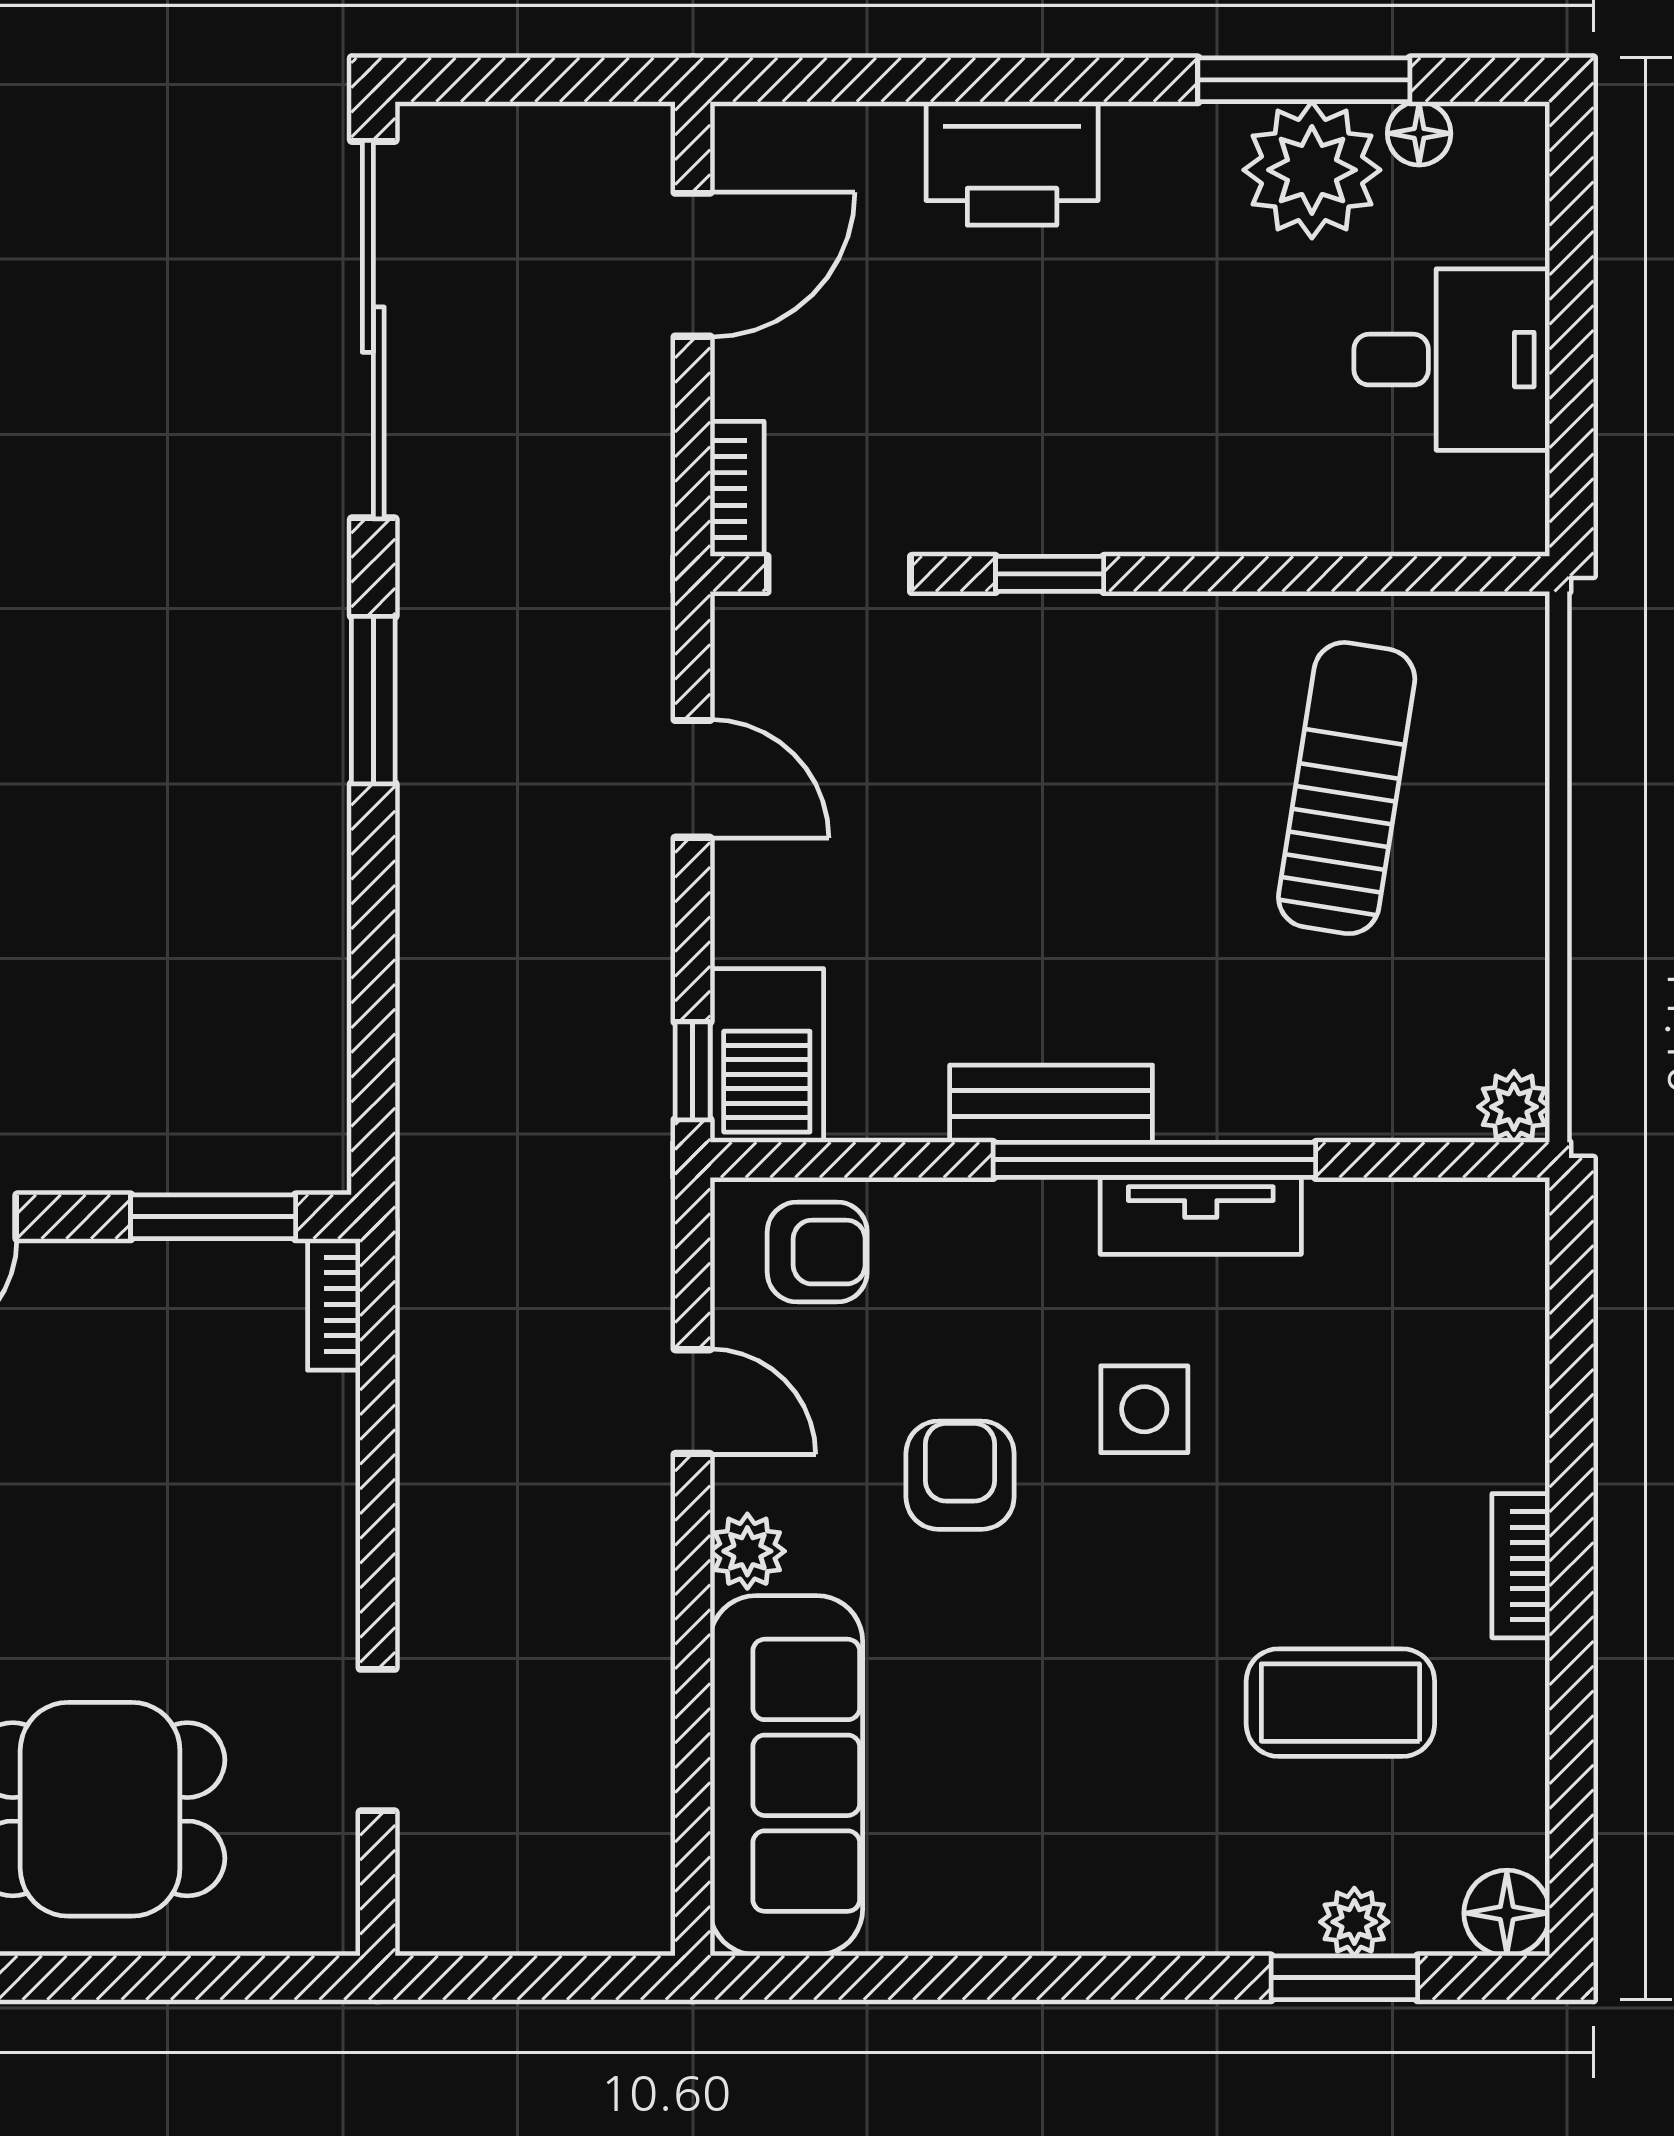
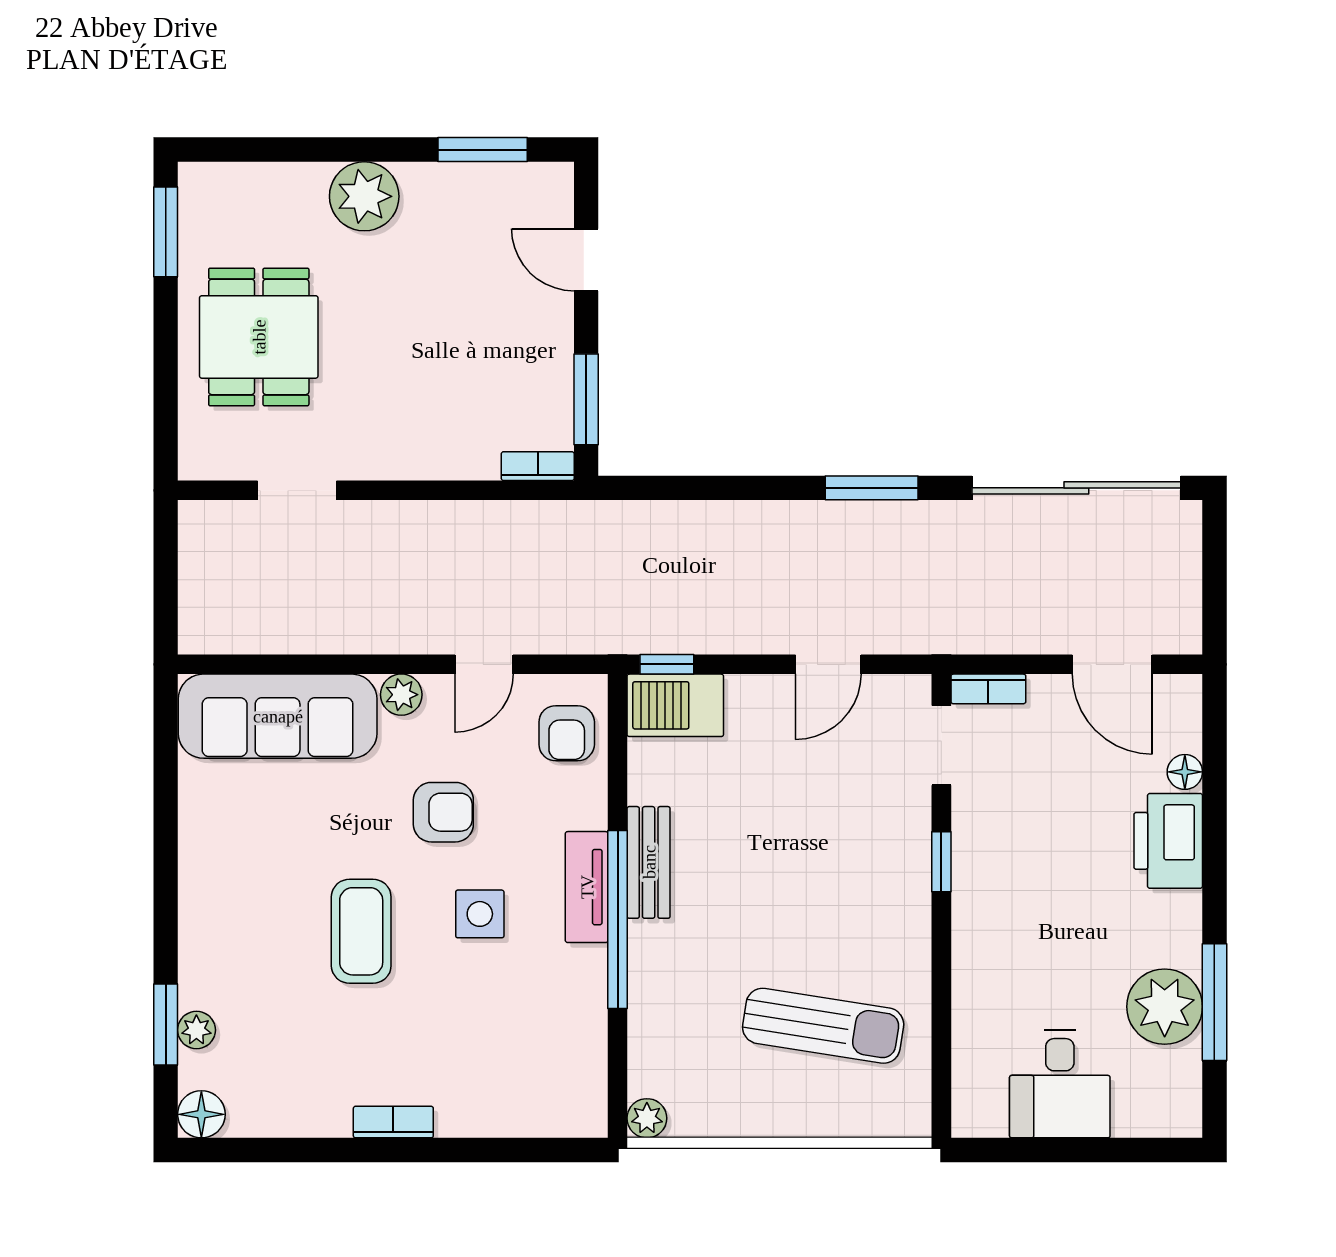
floor lamp: (1419, 133) -> (1185, 772), moved
tv unit: (1201, 1216) -> (587, 887), moved
coffee table: (1340, 1703) -> (361, 931), moved

